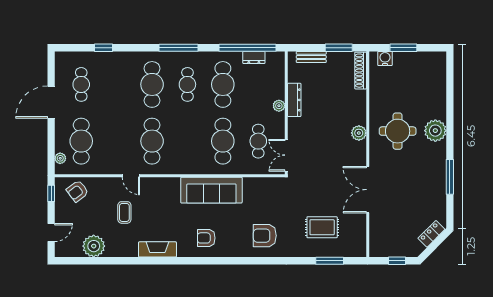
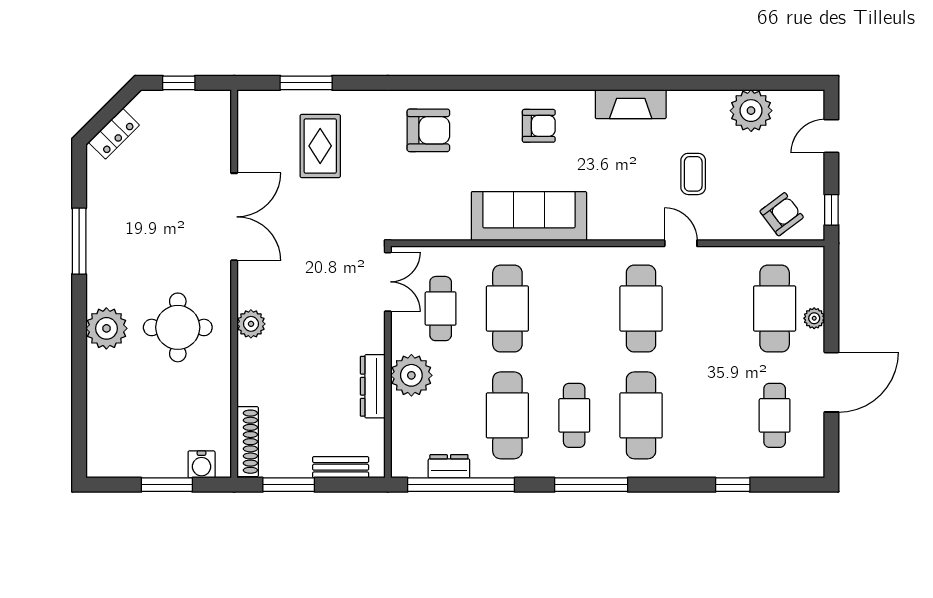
plant: (279, 106) -> (411, 375), width x1.88, depth x1.88
plant: (60, 158) -> (814, 318), moved
rug: (322, 227) -> (320, 146), turned 90

